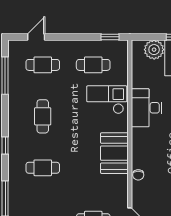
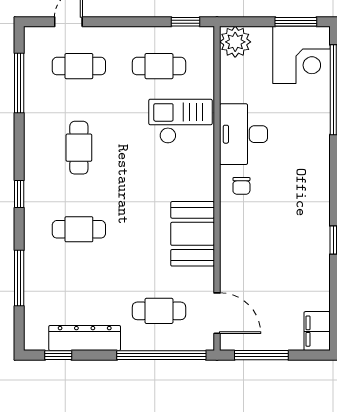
plant: (154, 50) -> (235, 42), moved
booth: (114, 153) -> (193, 234), moved
chair: (138, 175) -> (241, 186), moved

